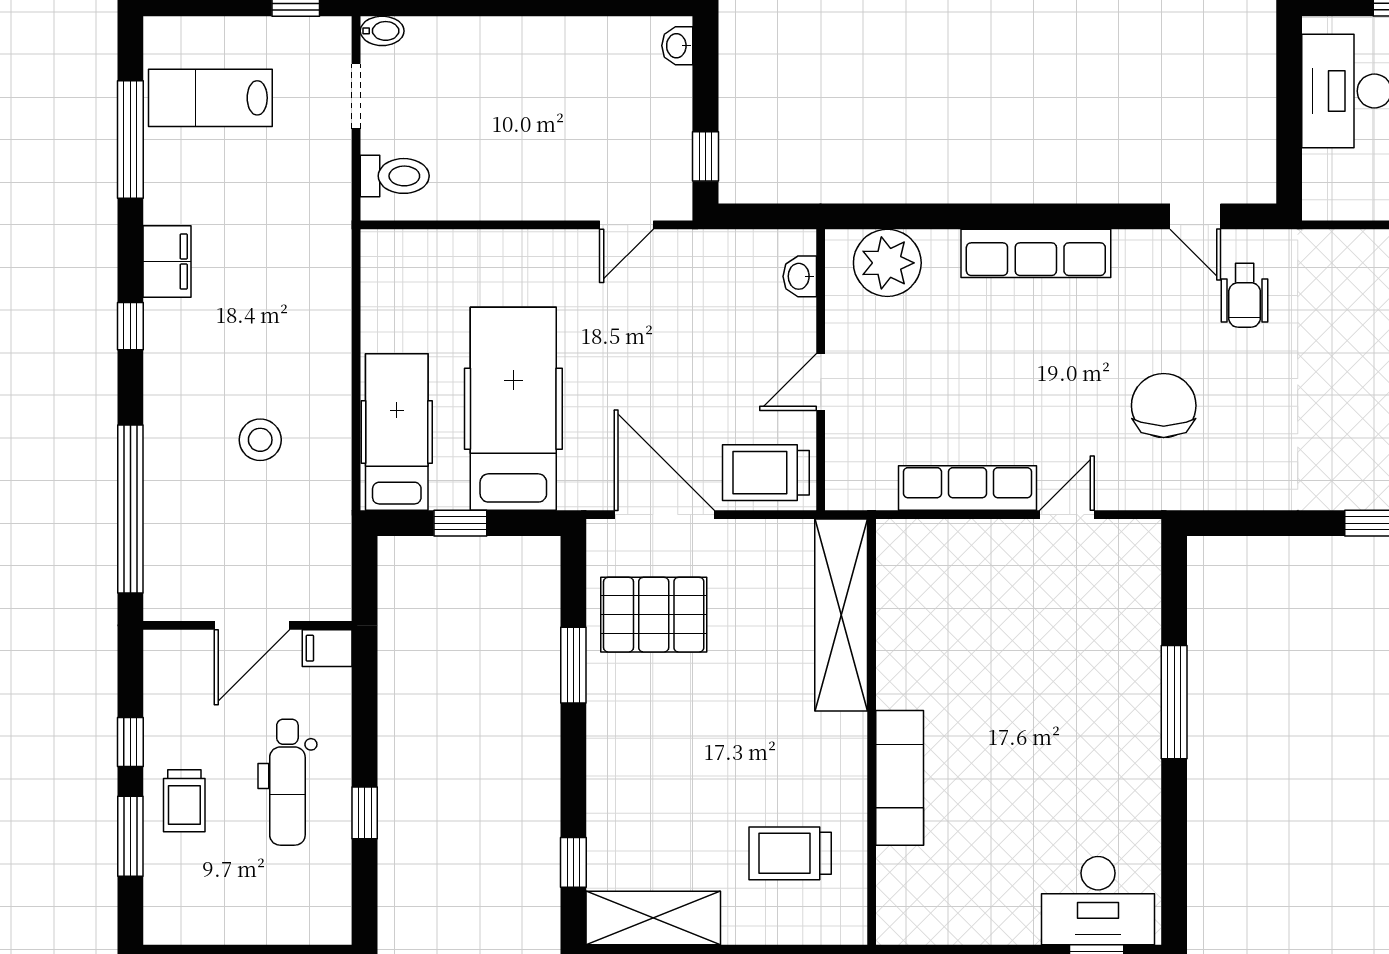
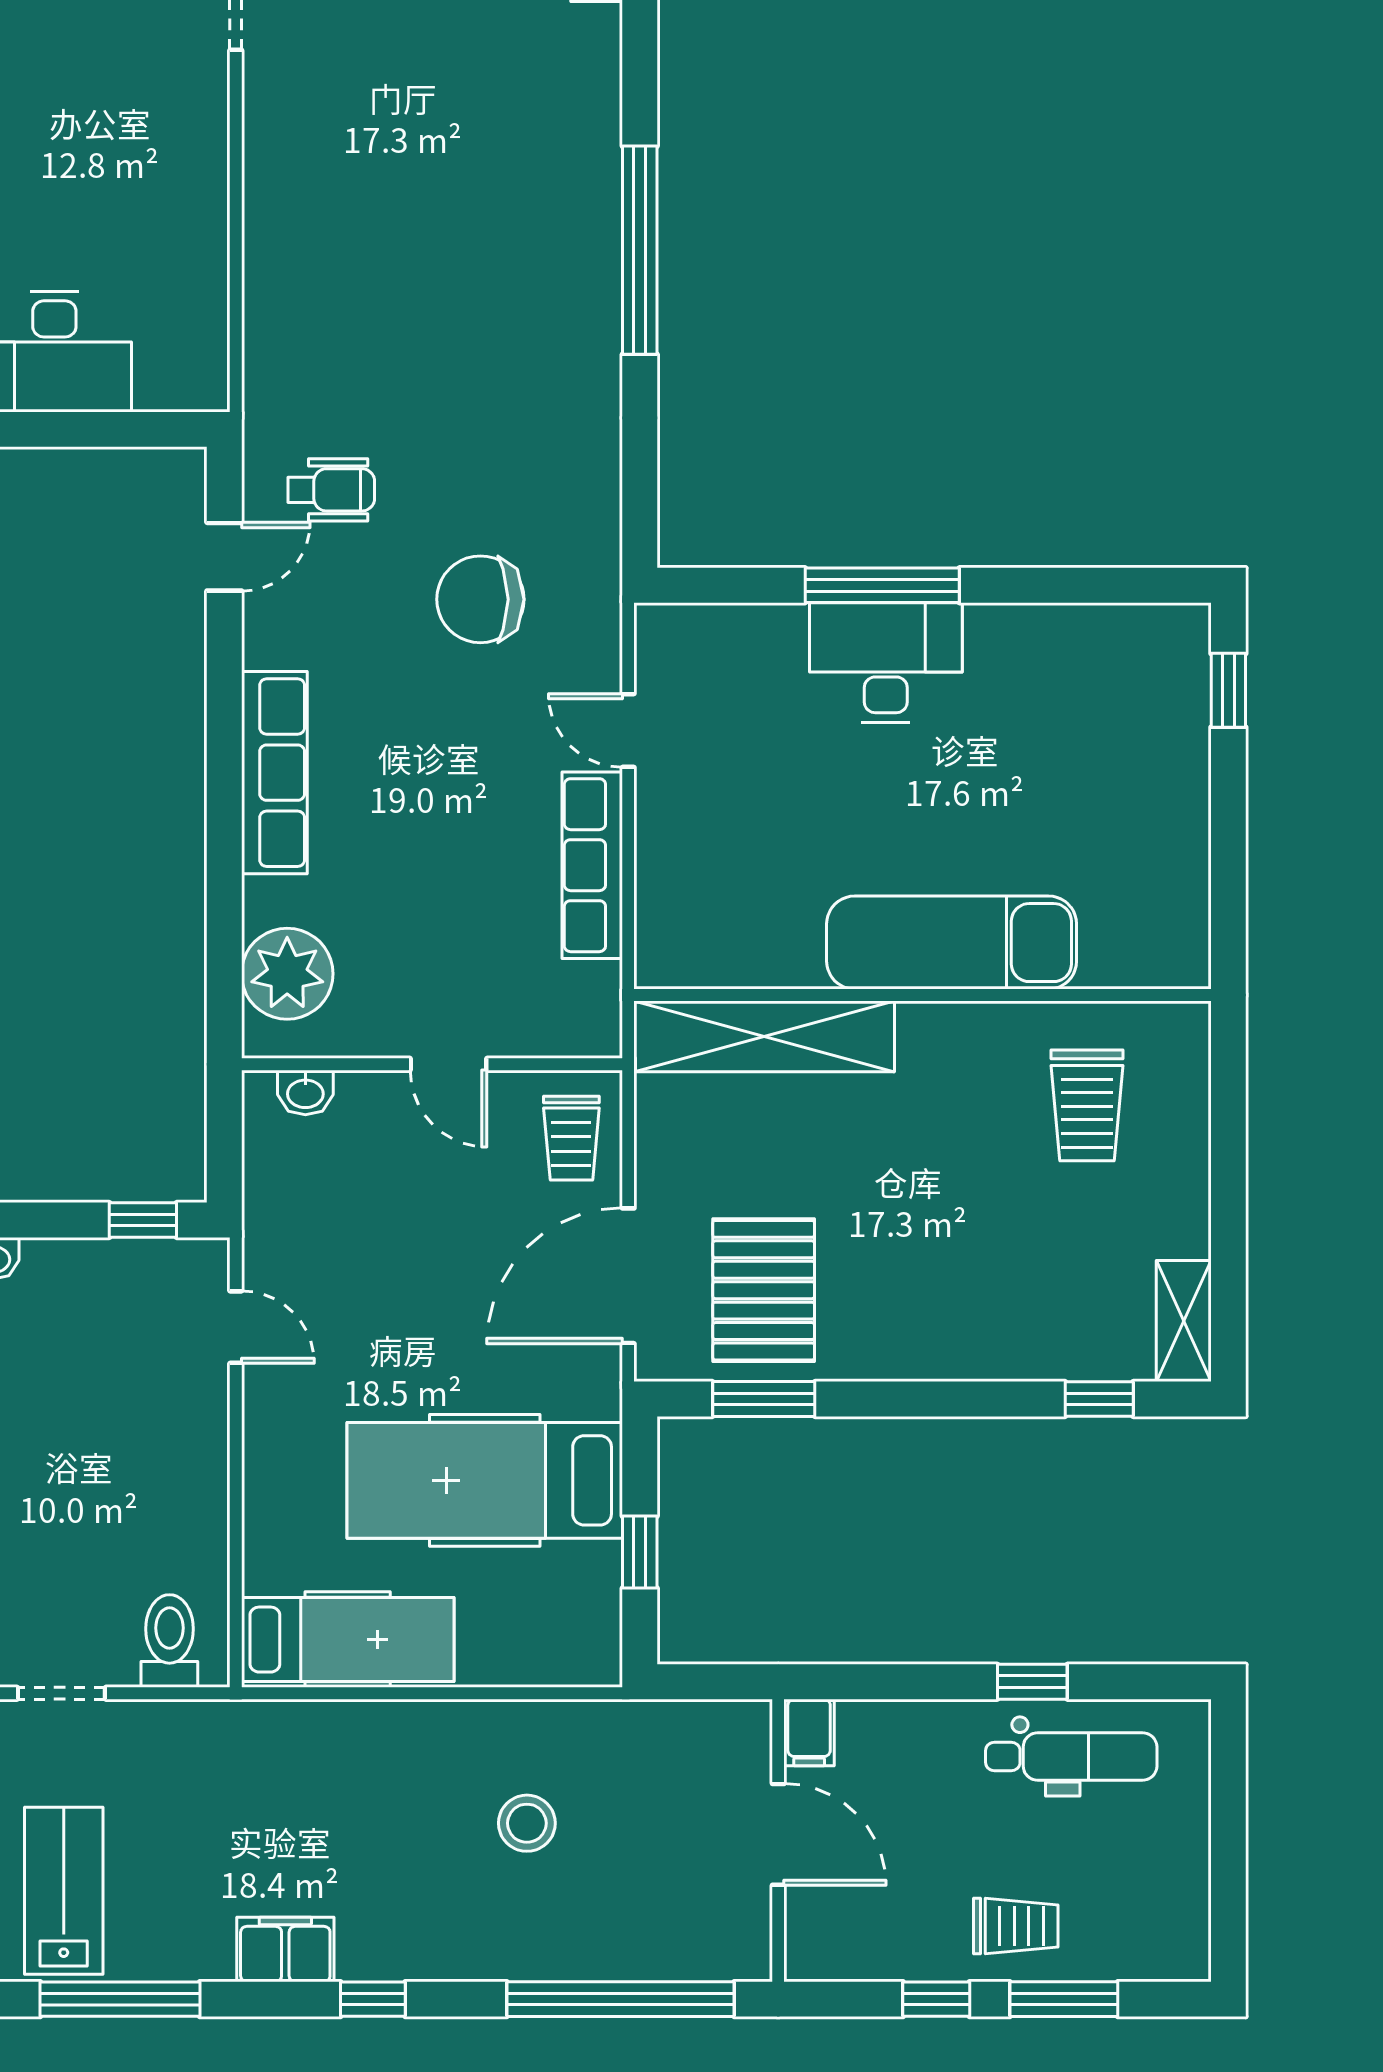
lab bench: (210, 98) -> (64, 1891), turned 180
hospital bed: (397, 432) -> (348, 1640), moved, turned 180
trolley: (766, 473) -> (571, 1138), width x0.73, depth x0.72
window: (573, 665) -> (764, 1399), moved
exam couch: (900, 778) -> (952, 943), width x1.36, depth x1.45
dental chair: (287, 782) -> (1071, 1756), moved
desk: (1098, 901) -> (886, 662), moved, turned -90
shelving: (653, 918) -> (1184, 1321), width x0.67, depth x0.75

